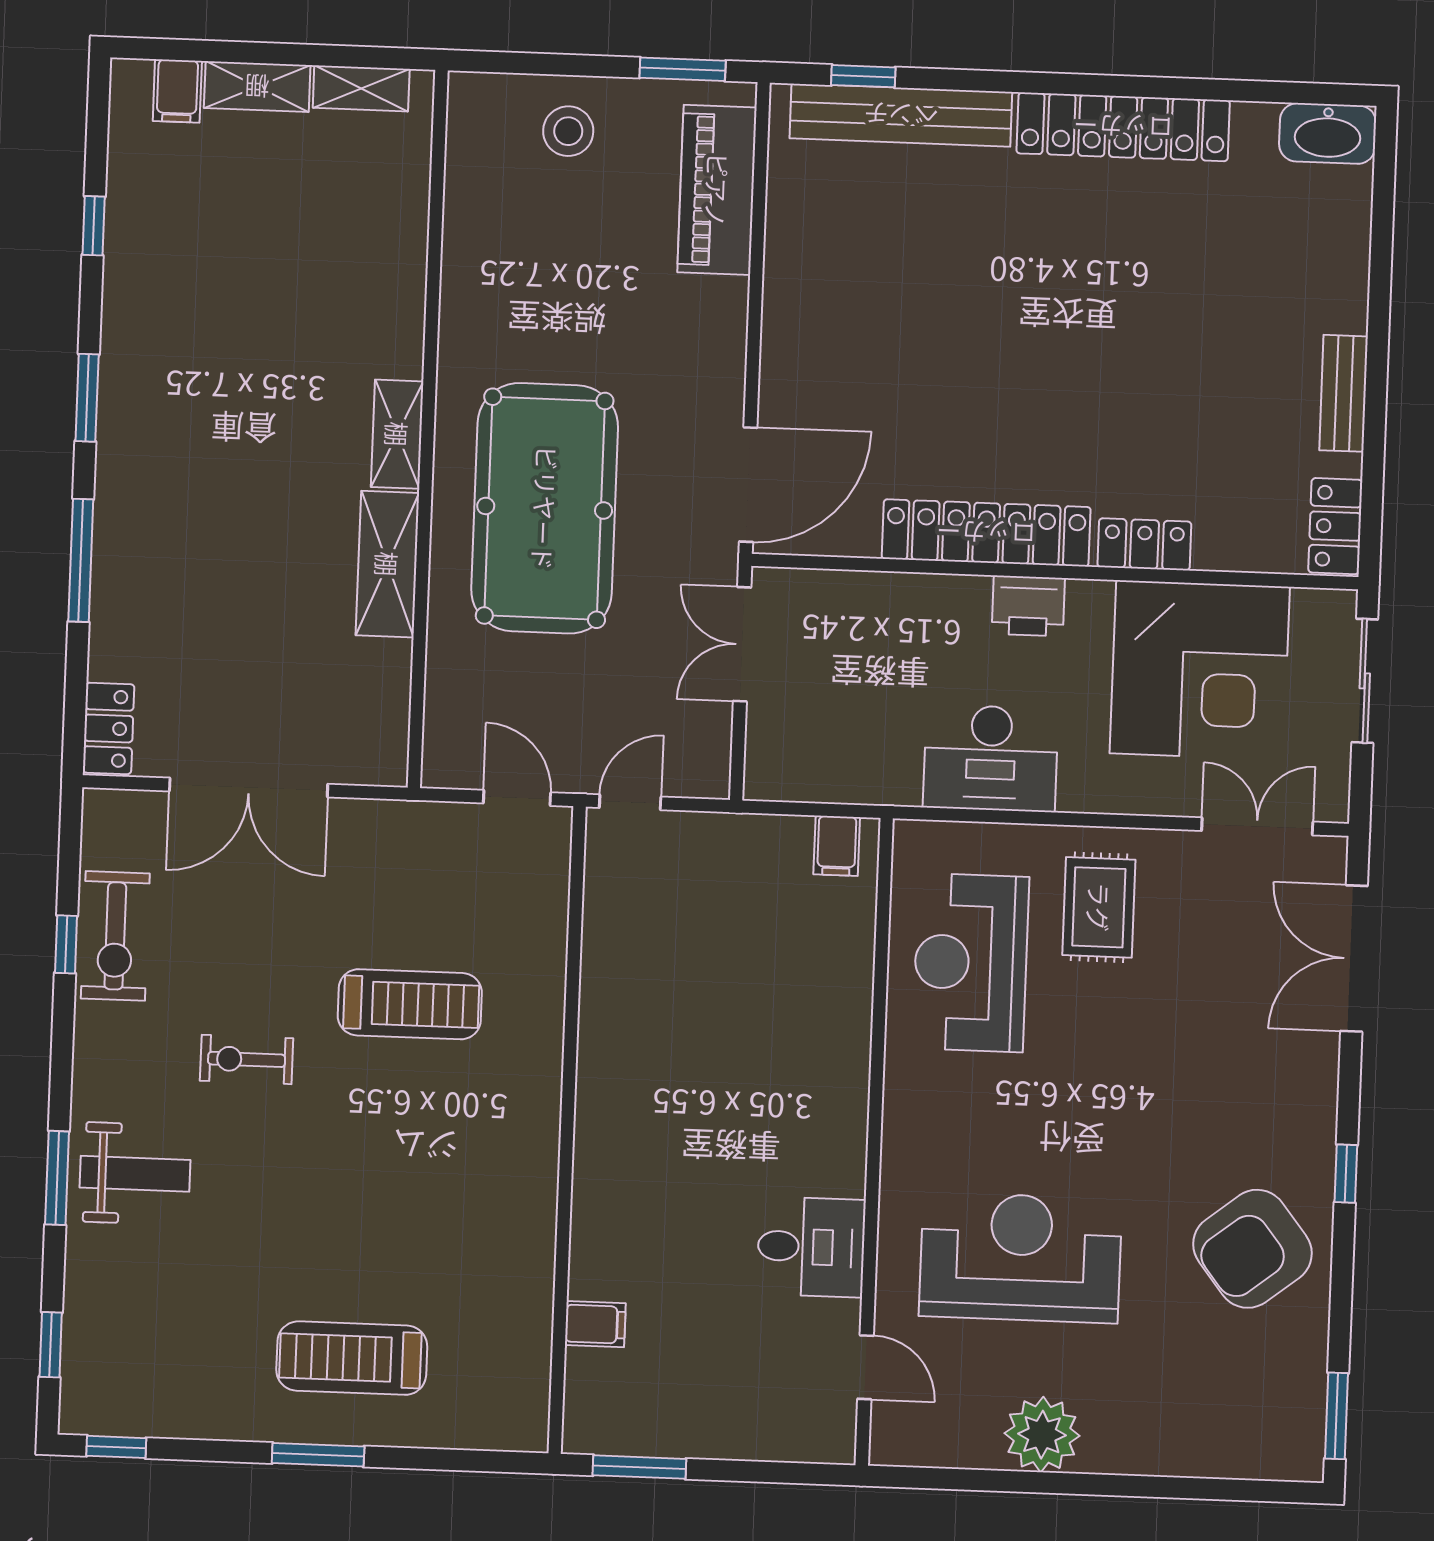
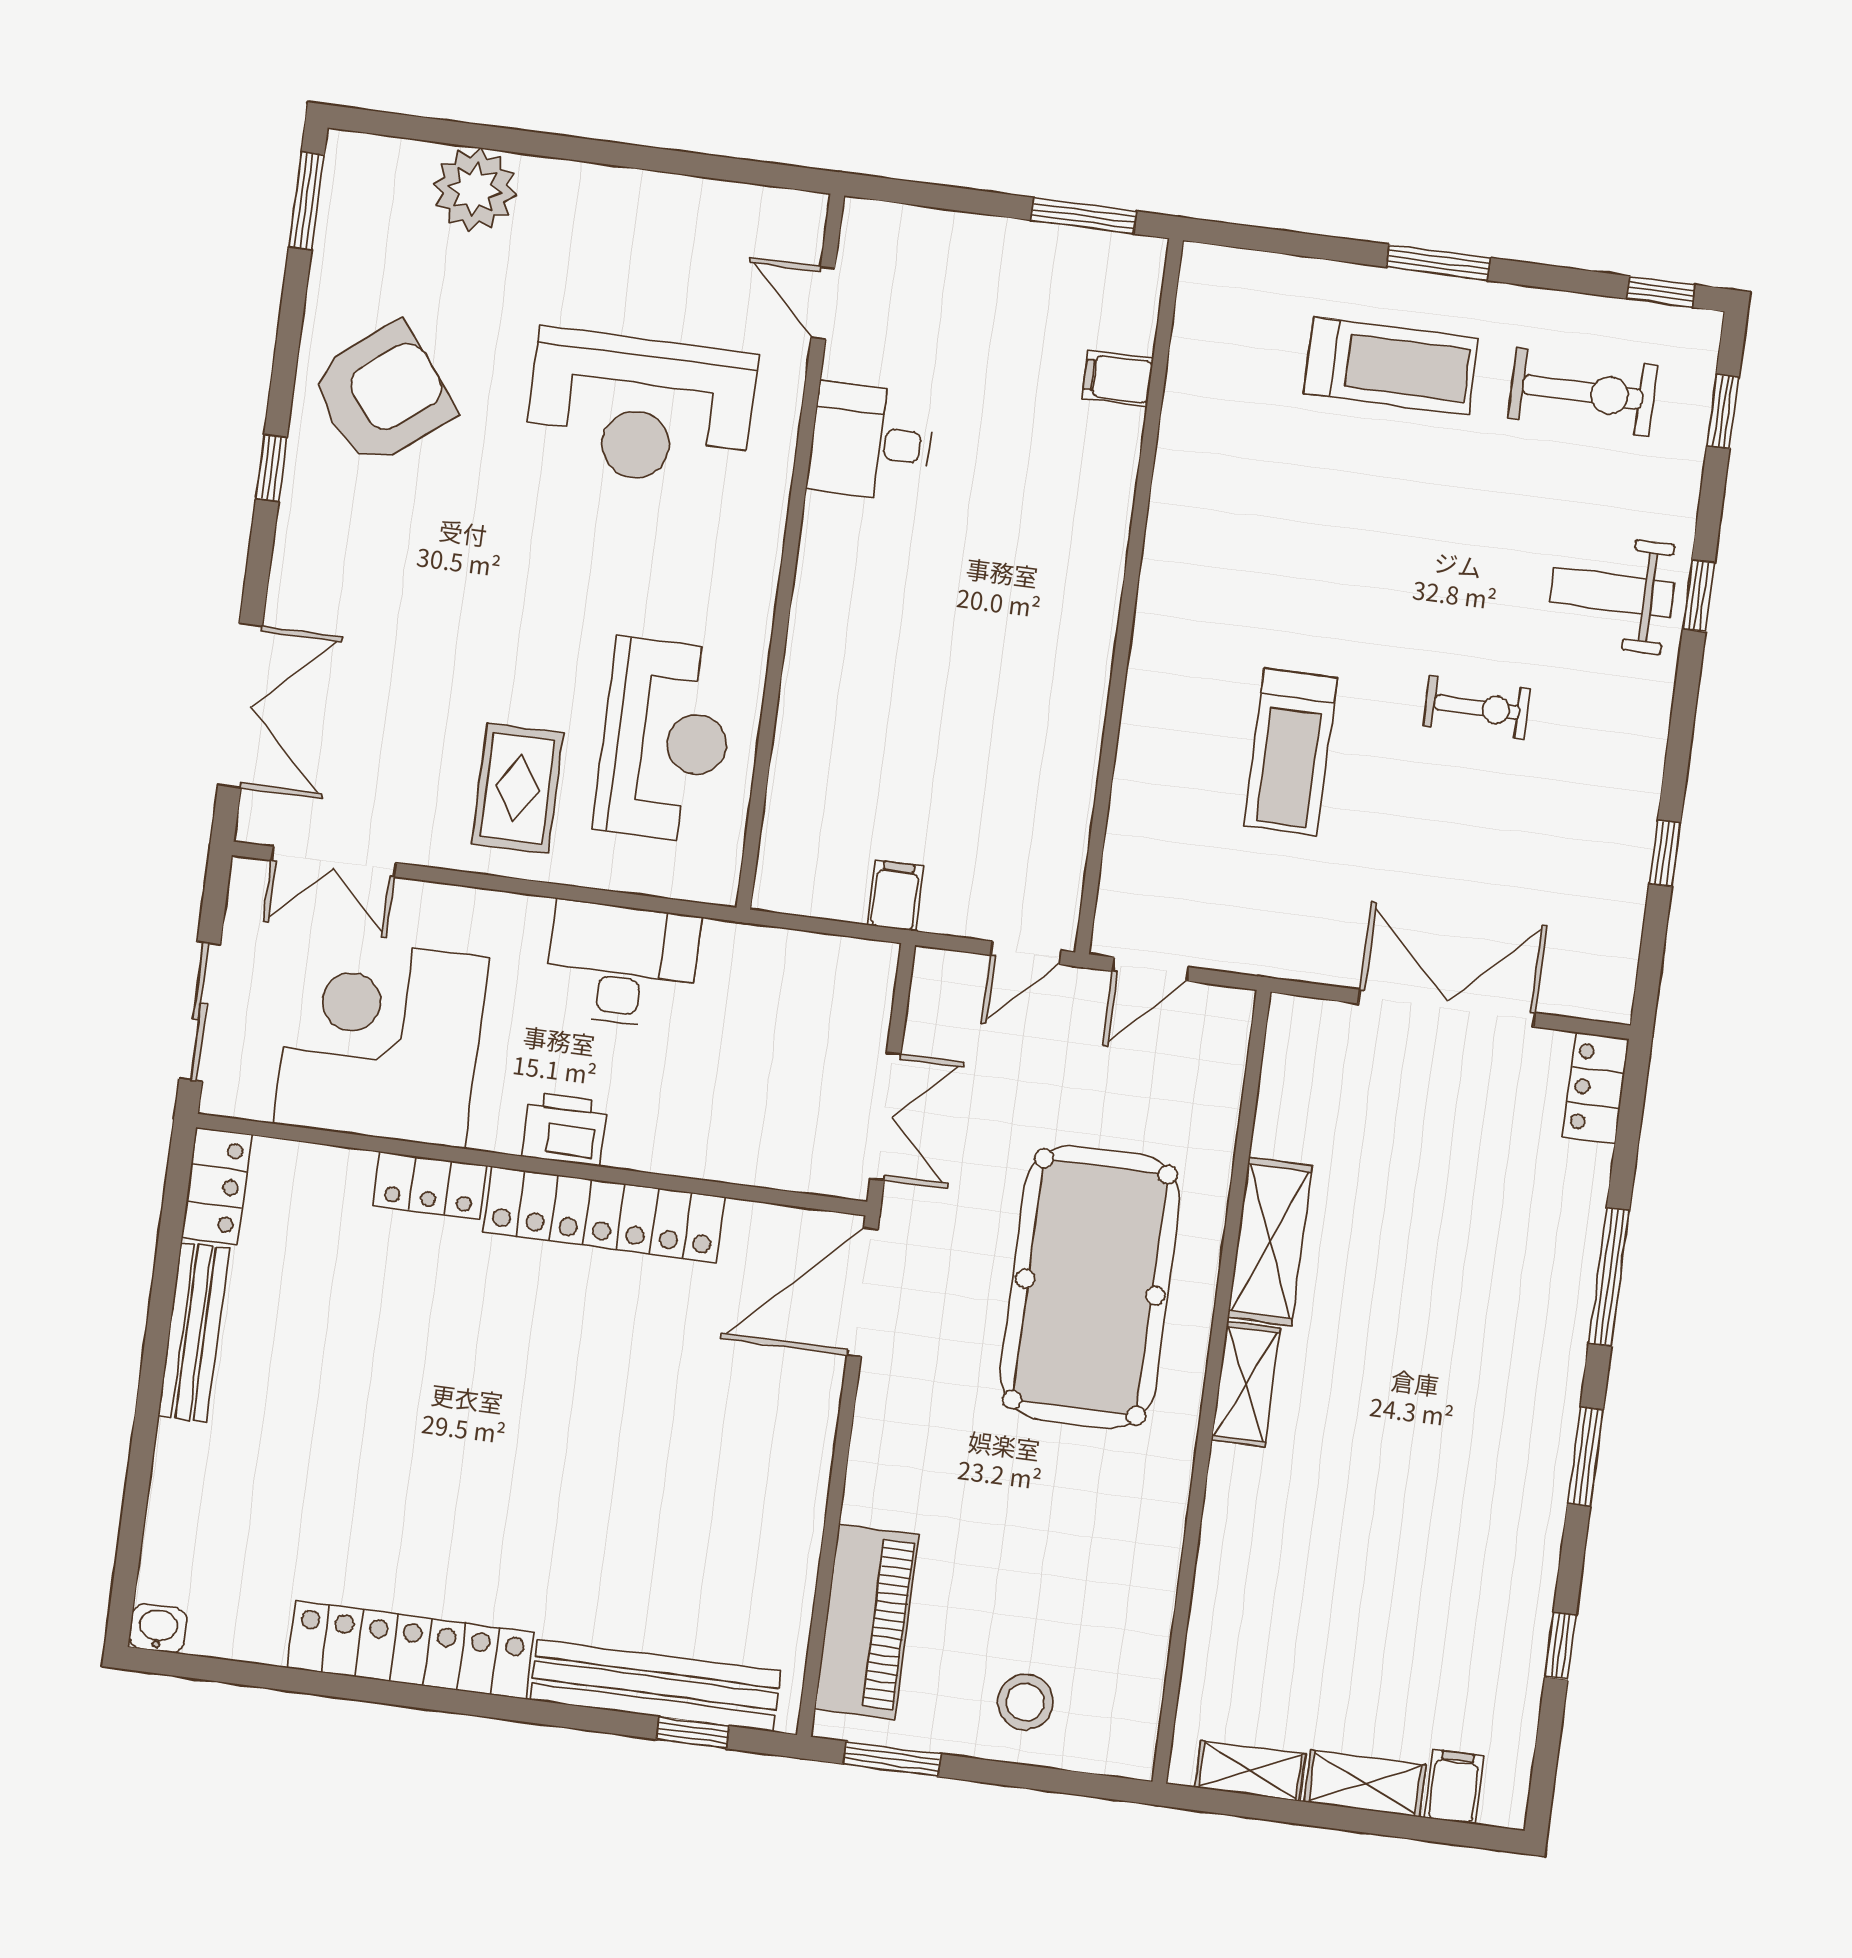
washbasin: (1328, 133) -> (158, 1628), width x0.52, depth x0.69
bench: (1344, 393) -> (194, 1332), width x1.36
door: (517, 798) -> (1150, 969), hinge flipped
filing cabinet: (837, 846) -> (895, 896), moved
exercise bike: (115, 936) -> (1583, 392), moved, turned 90
treadmill: (410, 1004) -> (1290, 752), turned -90
window: (57, 1178) -> (1699, 596), width x0.67
plant: (1042, 1435) -> (475, 189), moved

